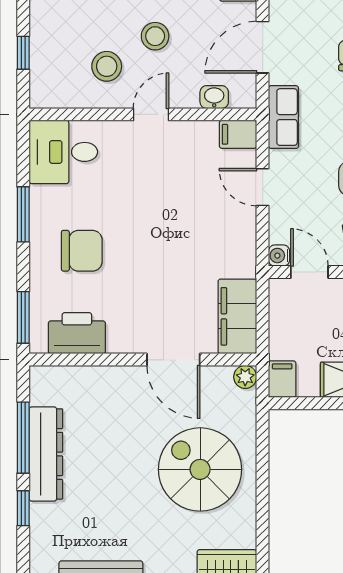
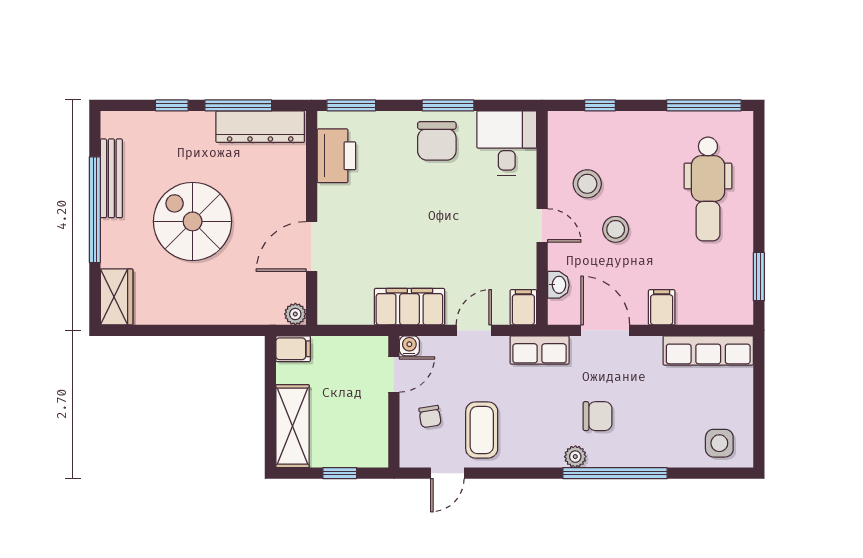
chair: (82, 251) -> (437, 141), moved
filing cabinet: (237, 316) -> (409, 307), moved
dresser: (46, 454) -> (260, 127), moved
spiral stairs: (200, 469) -> (193, 221), moved, turned -90

